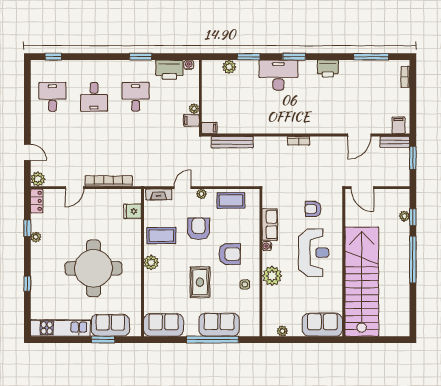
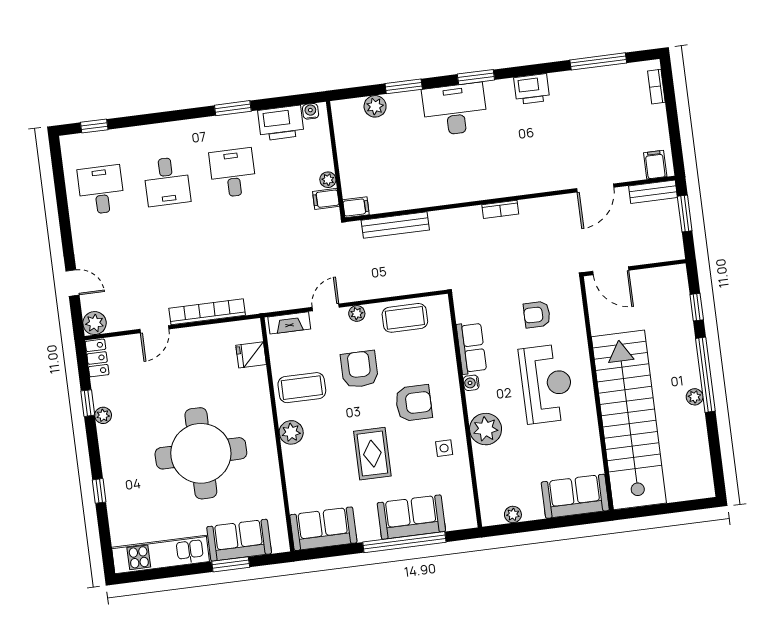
plant: (404, 216) -> (695, 397), moved

